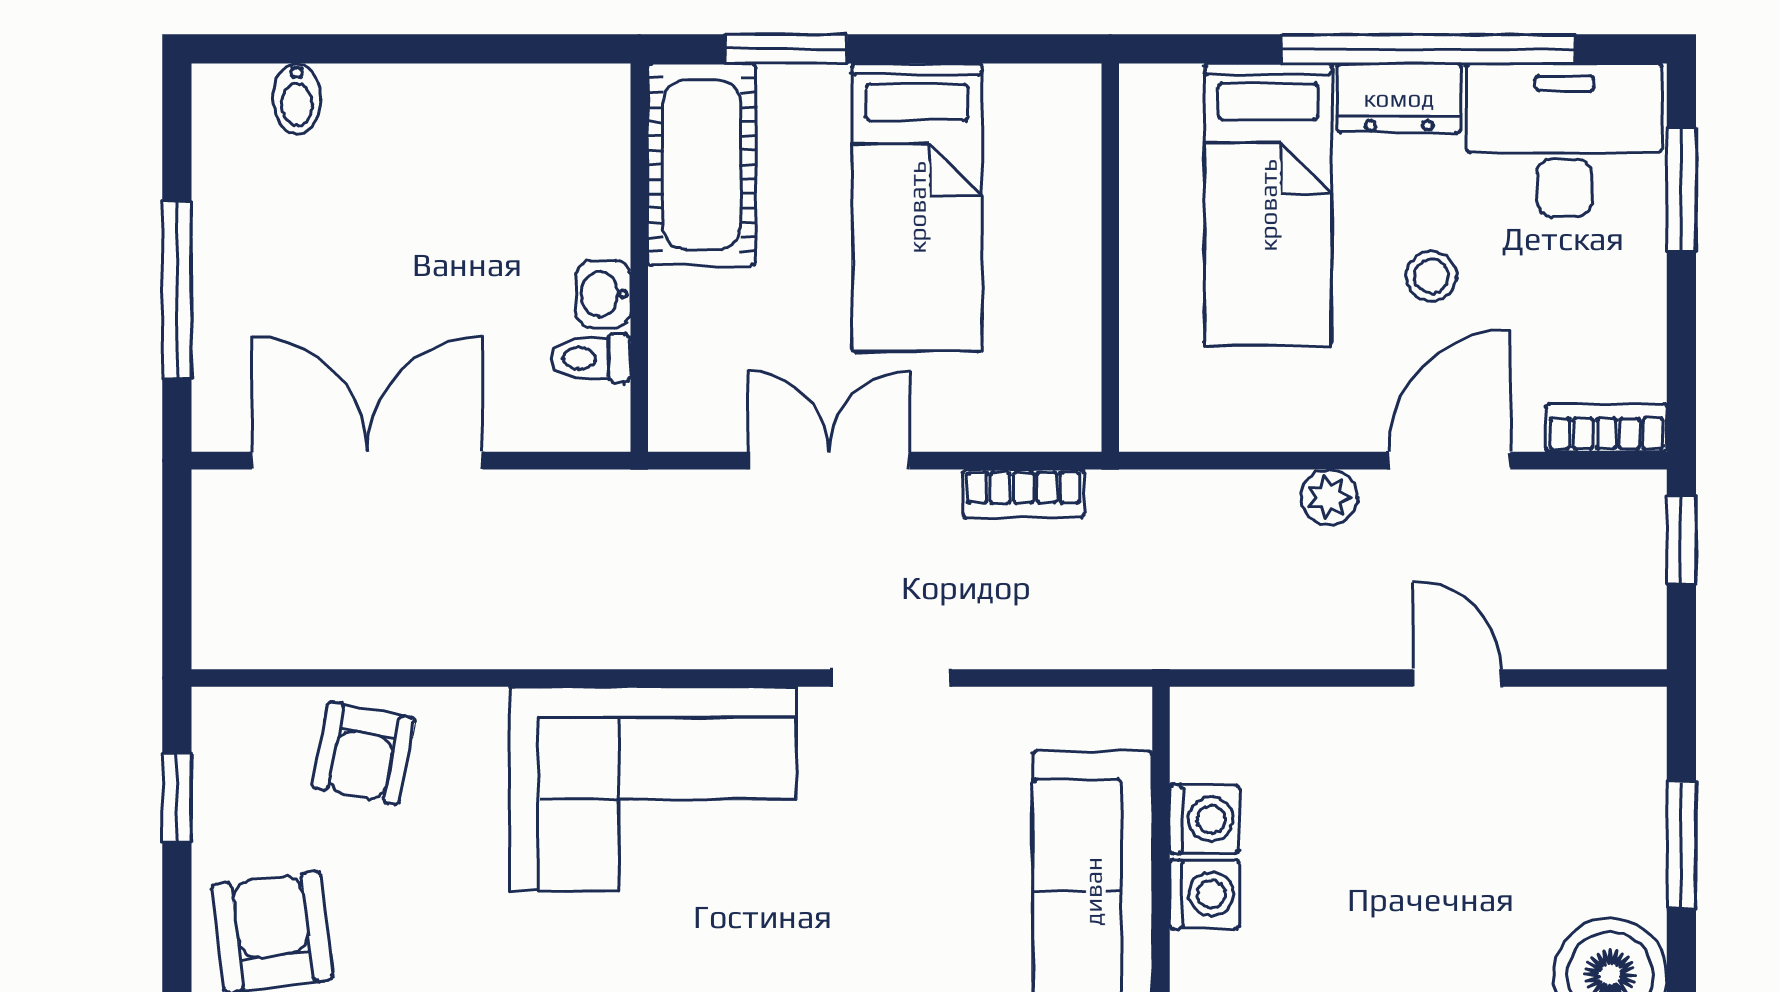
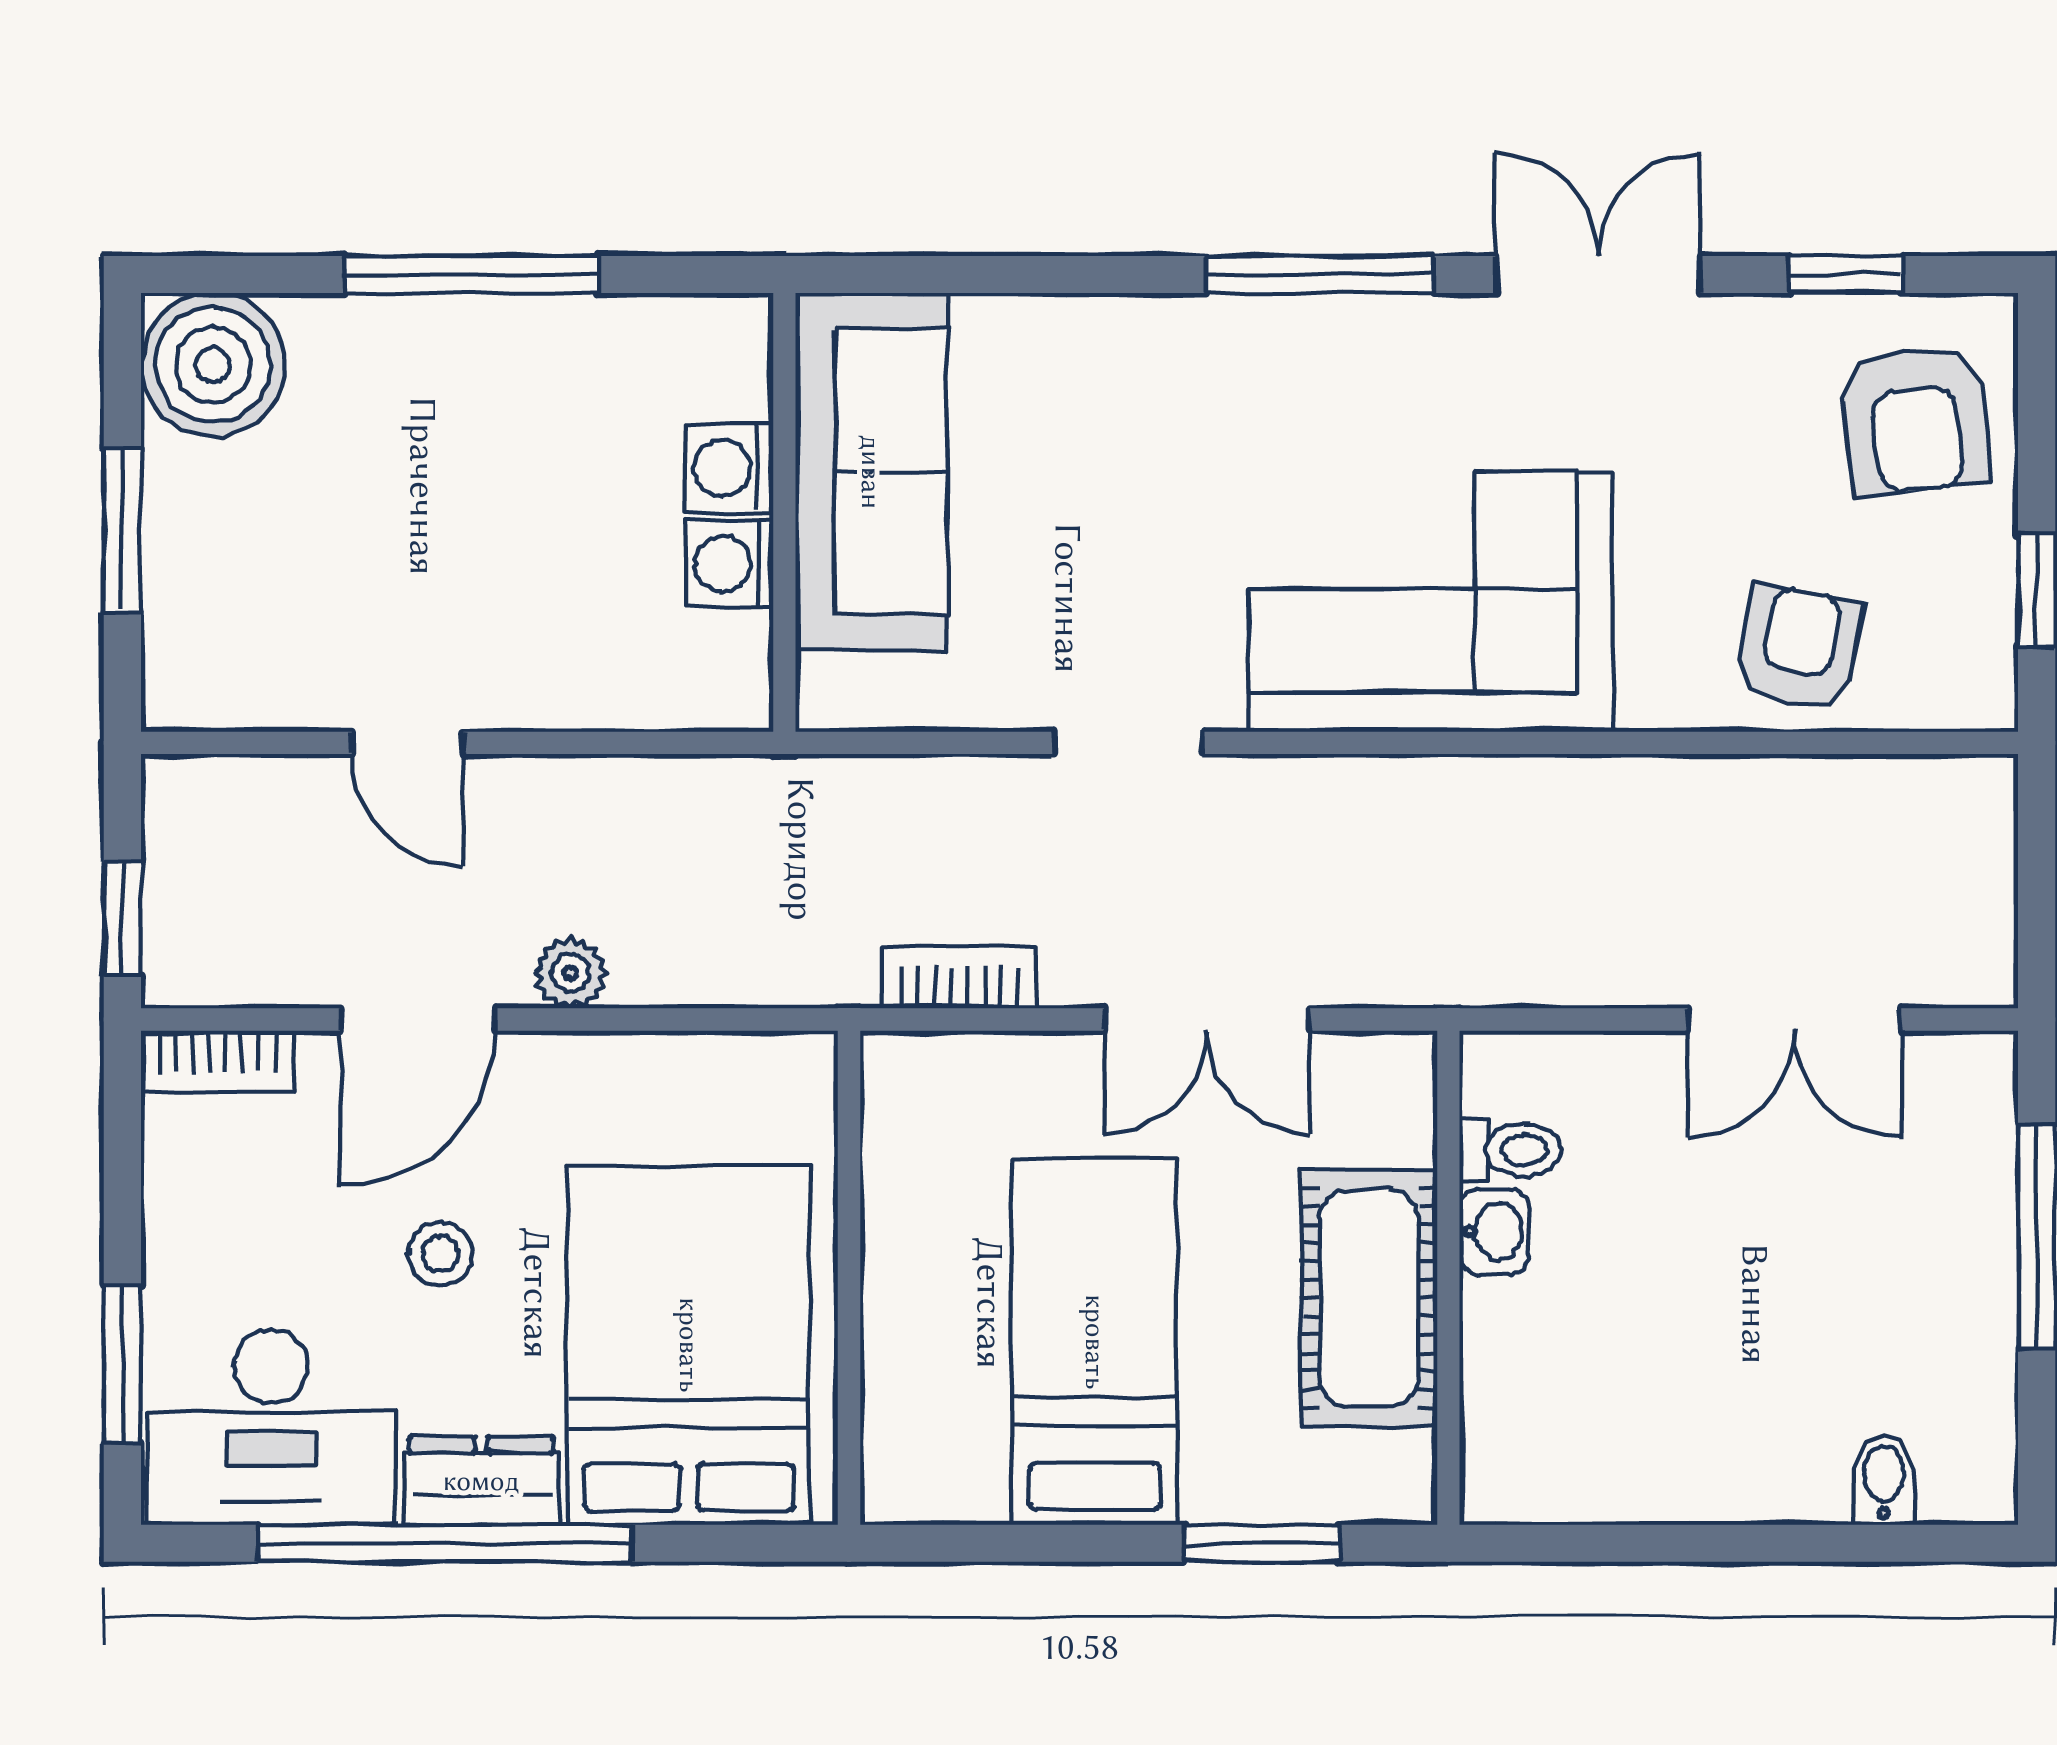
cot: (702, 165) -> (1369, 1298), moved
bed: (1268, 205) -> (689, 1345), width x1.50
double door: (367, 461) -> (1794, 1020), width x0.73

